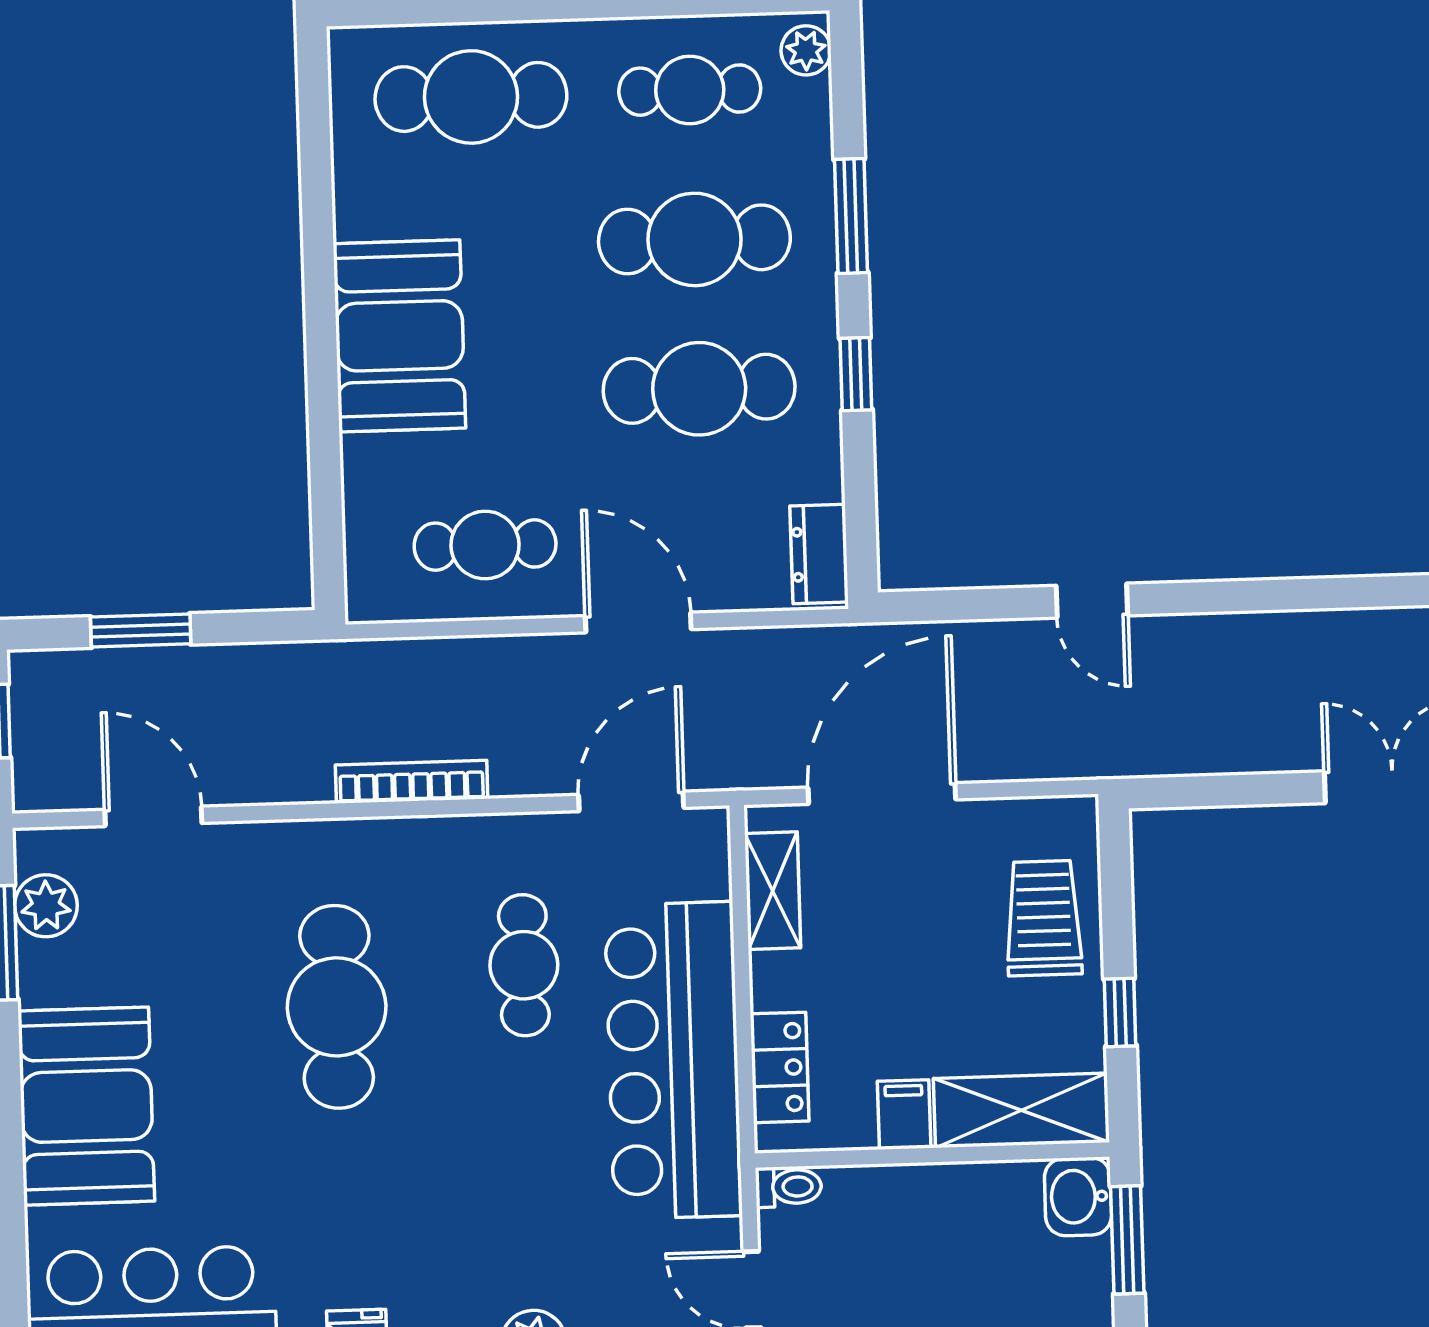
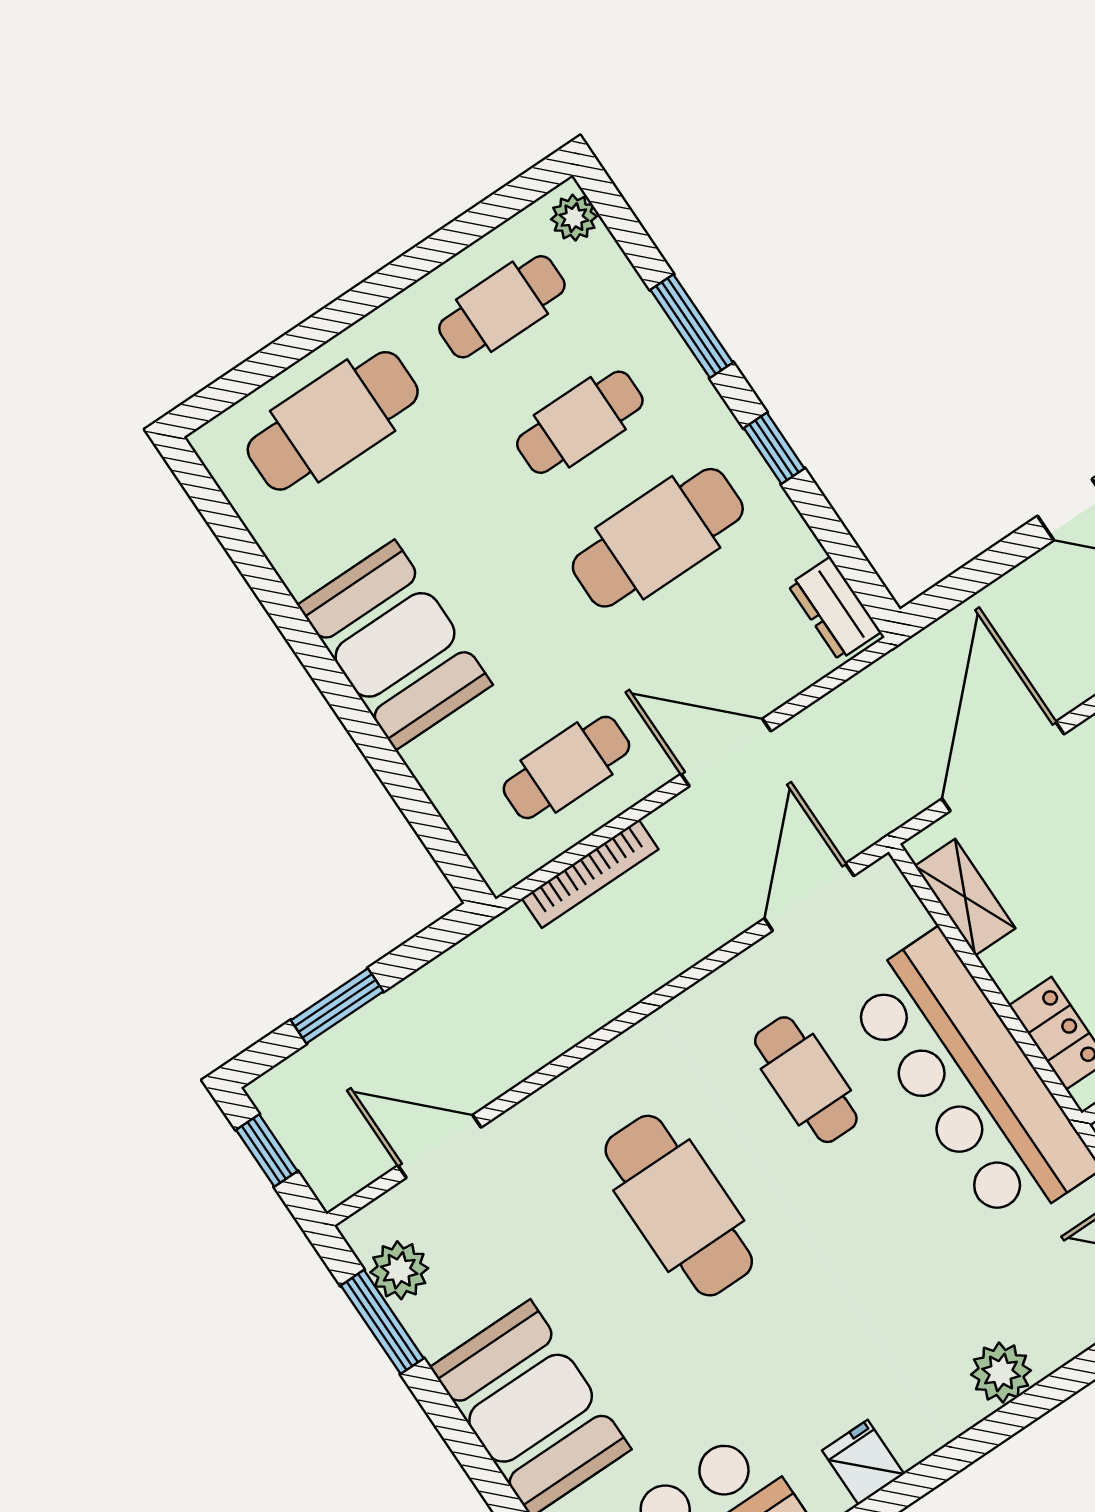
cafe table: (694, 239) -> (580, 422), width x0.73, depth x0.74
bookcase: (412, 782) -> (590, 874), moved, turned 180

